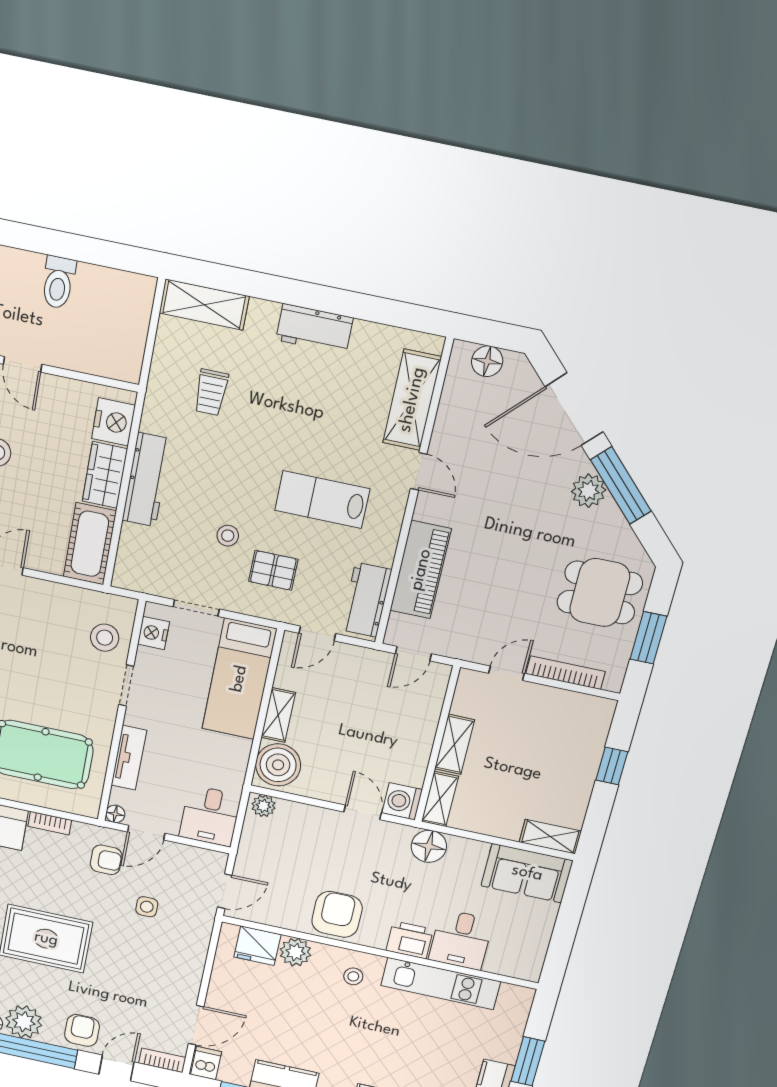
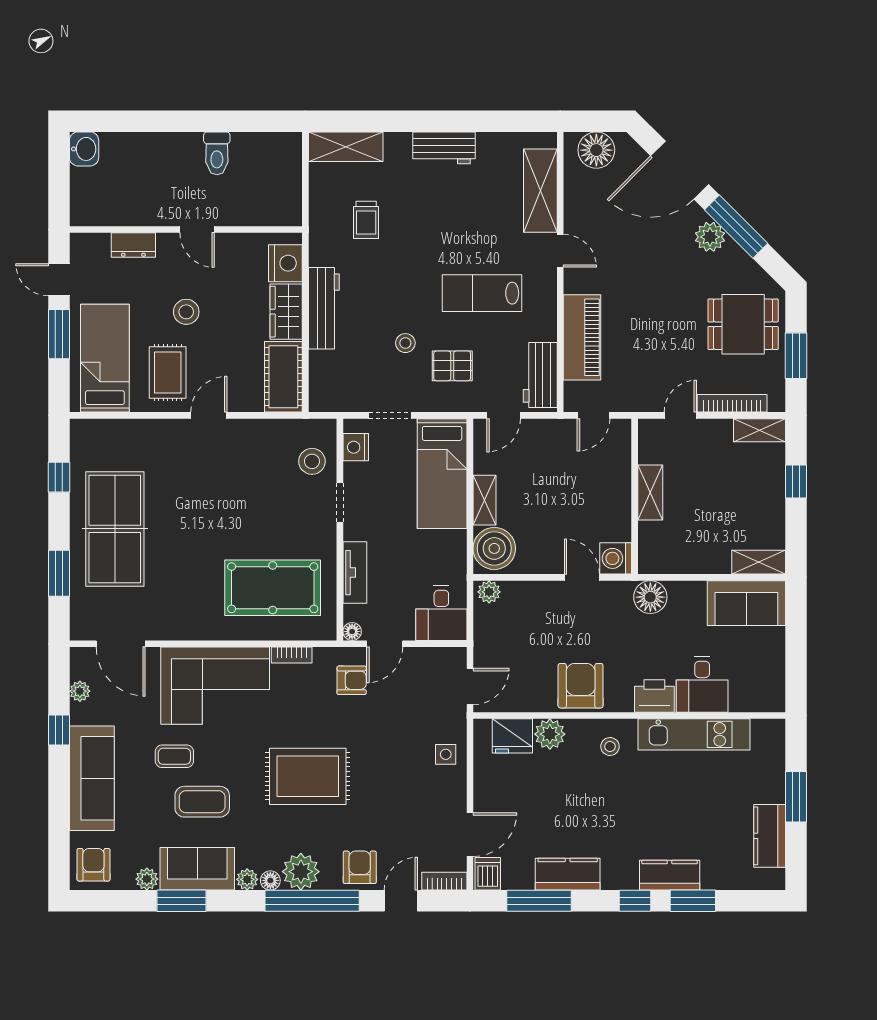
floor lamp: (487, 361) -> (596, 150), width x1.38, depth x1.38
shelving: (440, 799) -> (760, 430), moved, turned 90
side table: (147, 907) -> (446, 754), moved

